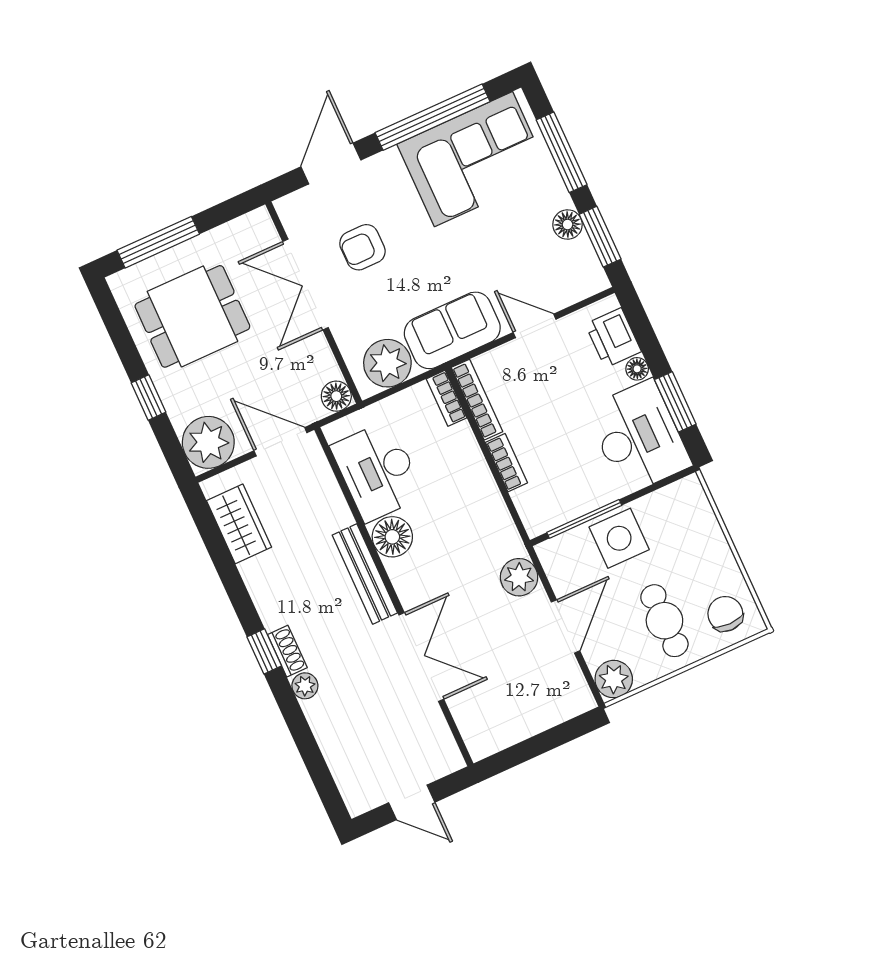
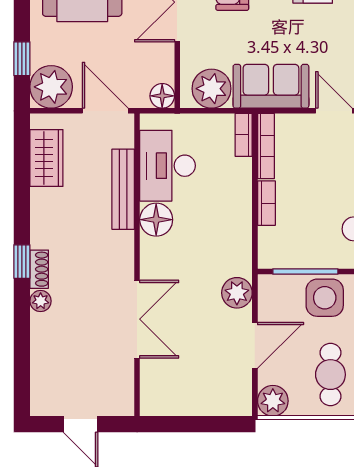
window: (149, 398) -> (22, 59), moved
bench: (365, 574) -> (123, 189), moved

